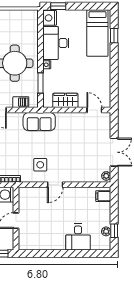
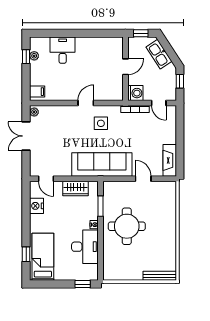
nightstand: (50, 18) -> (36, 206), moved, turned 180
barbecue: (21, 102) -> (121, 187), removed
sofa: (39, 122) -> (102, 164), width x1.85, depth x1.27

